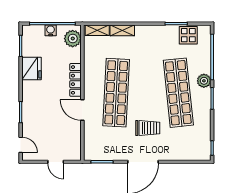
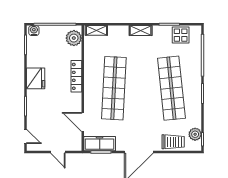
water cooler: (51, 30) -> (34, 31), moved
shelving: (122, 30) -> (141, 31), moved
fridge: (32, 68) -> (36, 78), moved
plant: (204, 81) -> (195, 134), moved
door: (82, 110) -> (83, 122), moved
trolley: (148, 128) -> (173, 142), moved
freezer: (101, 153) -> (100, 144), added

